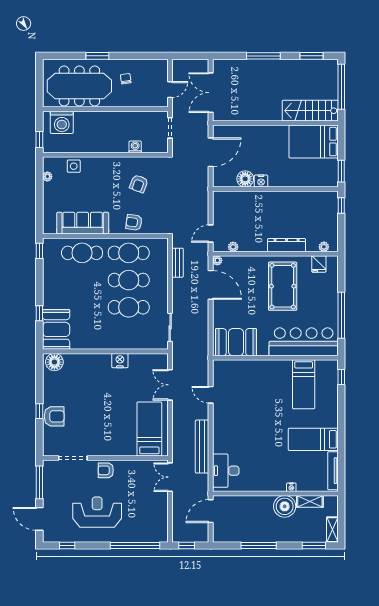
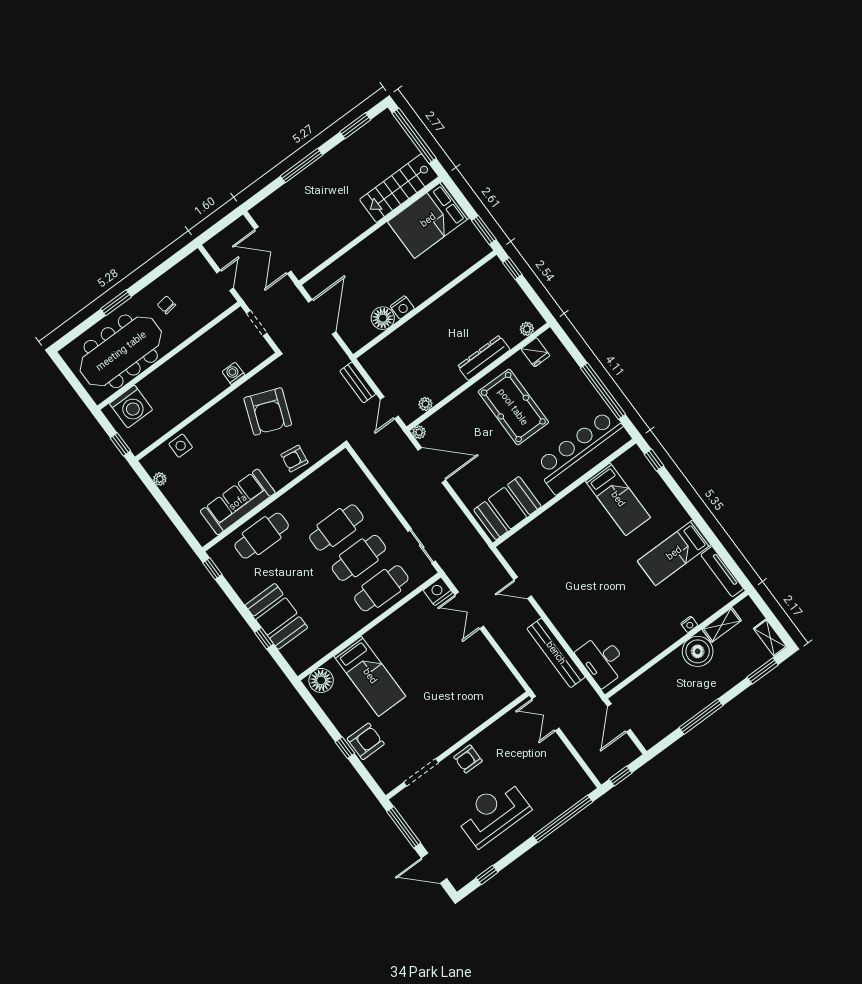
armchair: (139, 184) -> (268, 411), width x1.88, depth x1.88
cafe table: (129, 253) -> (381, 588), moved
bench: (178, 263) -> (358, 382), moved
booth: (56, 329) -> (276, 616), moved
nightstand: (120, 361) -> (438, 591), moved
bed: (149, 429) -> (370, 676), moved, turned 180

